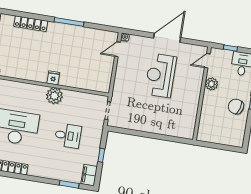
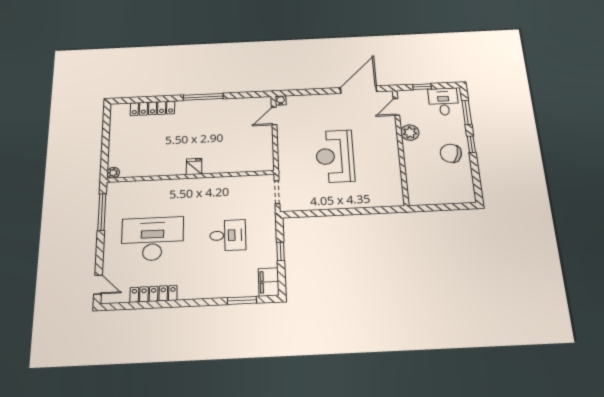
door: (167, 38) -> (359, 90), moved
reception desk: (160, 75) -> (335, 156), moved
plant: (54, 96) -> (199, 188), removed

